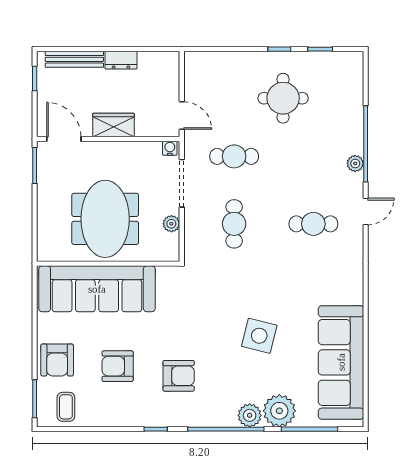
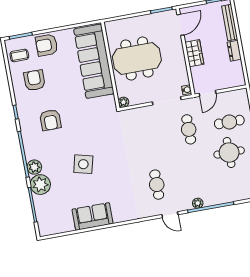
plant: (171, 224) -> (123, 102), moved
cafe table: (234, 224) -> (229, 122), moved
sofa: (341, 362) -> (93, 216), width x0.54, depth x0.79
armchair: (118, 366) -> (34, 80), moved

